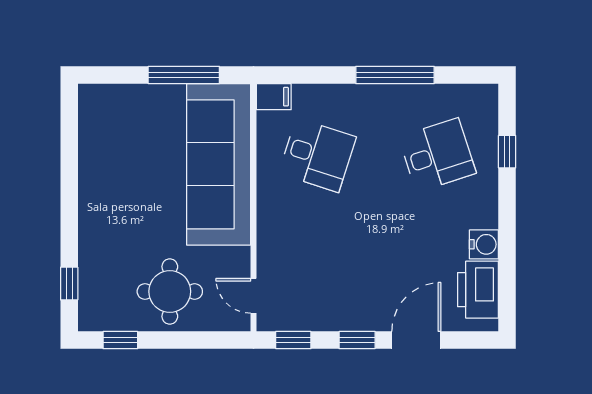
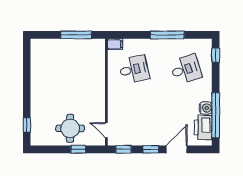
window: (507, 152) -> (216, 55), moved
desk: (317, 155) -> (134, 69), turned -30
sofa: (219, 164) -> (91, 73), removed
window: (507, 261) -> (216, 115), added
window: (120, 340) -> (78, 149), moved

